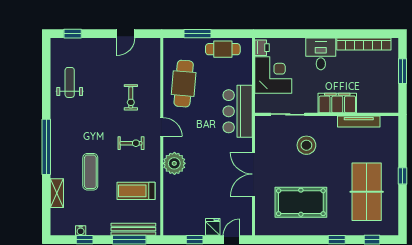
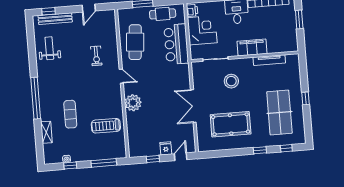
bar counter: (238, 111) -> (176, 44), moved
exercise bike: (131, 143) -> (99, 90), removed
bench: (133, 229) -> (55, 19), moved

